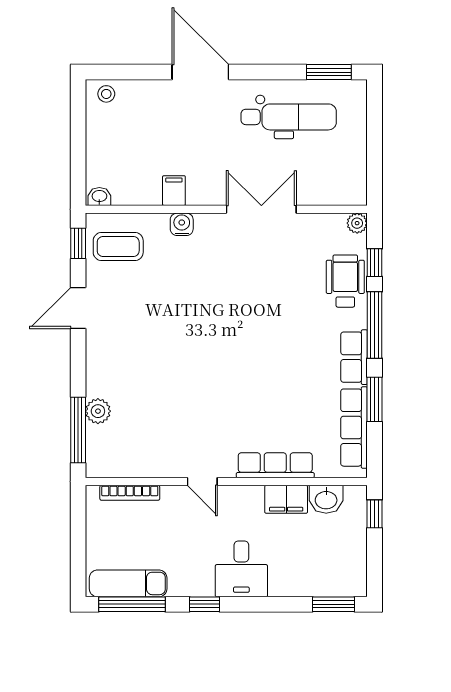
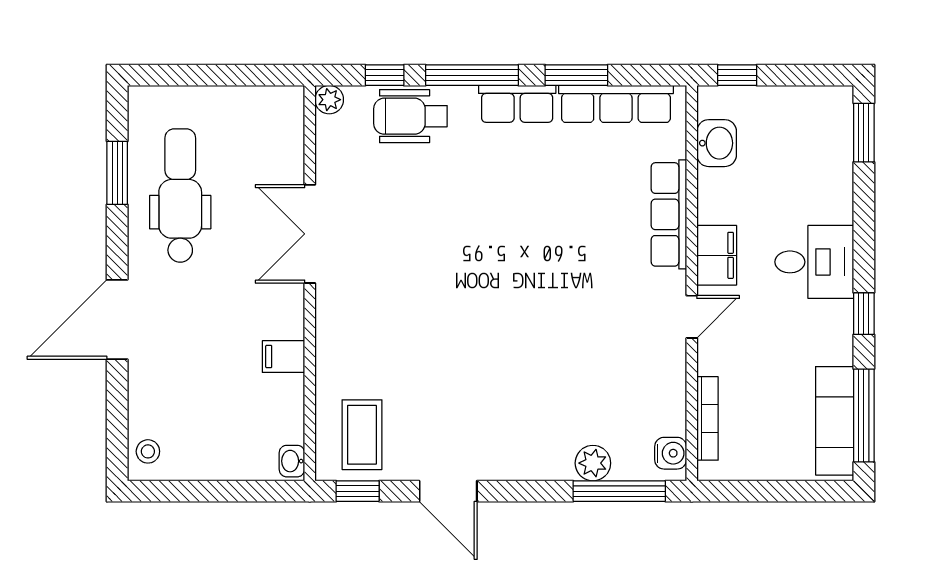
window: (329, 72) -> (117, 173), moved
water cooler: (182, 224) -> (671, 453), moved, turned 180
filing cabinet: (286, 499) -> (717, 255), moved

